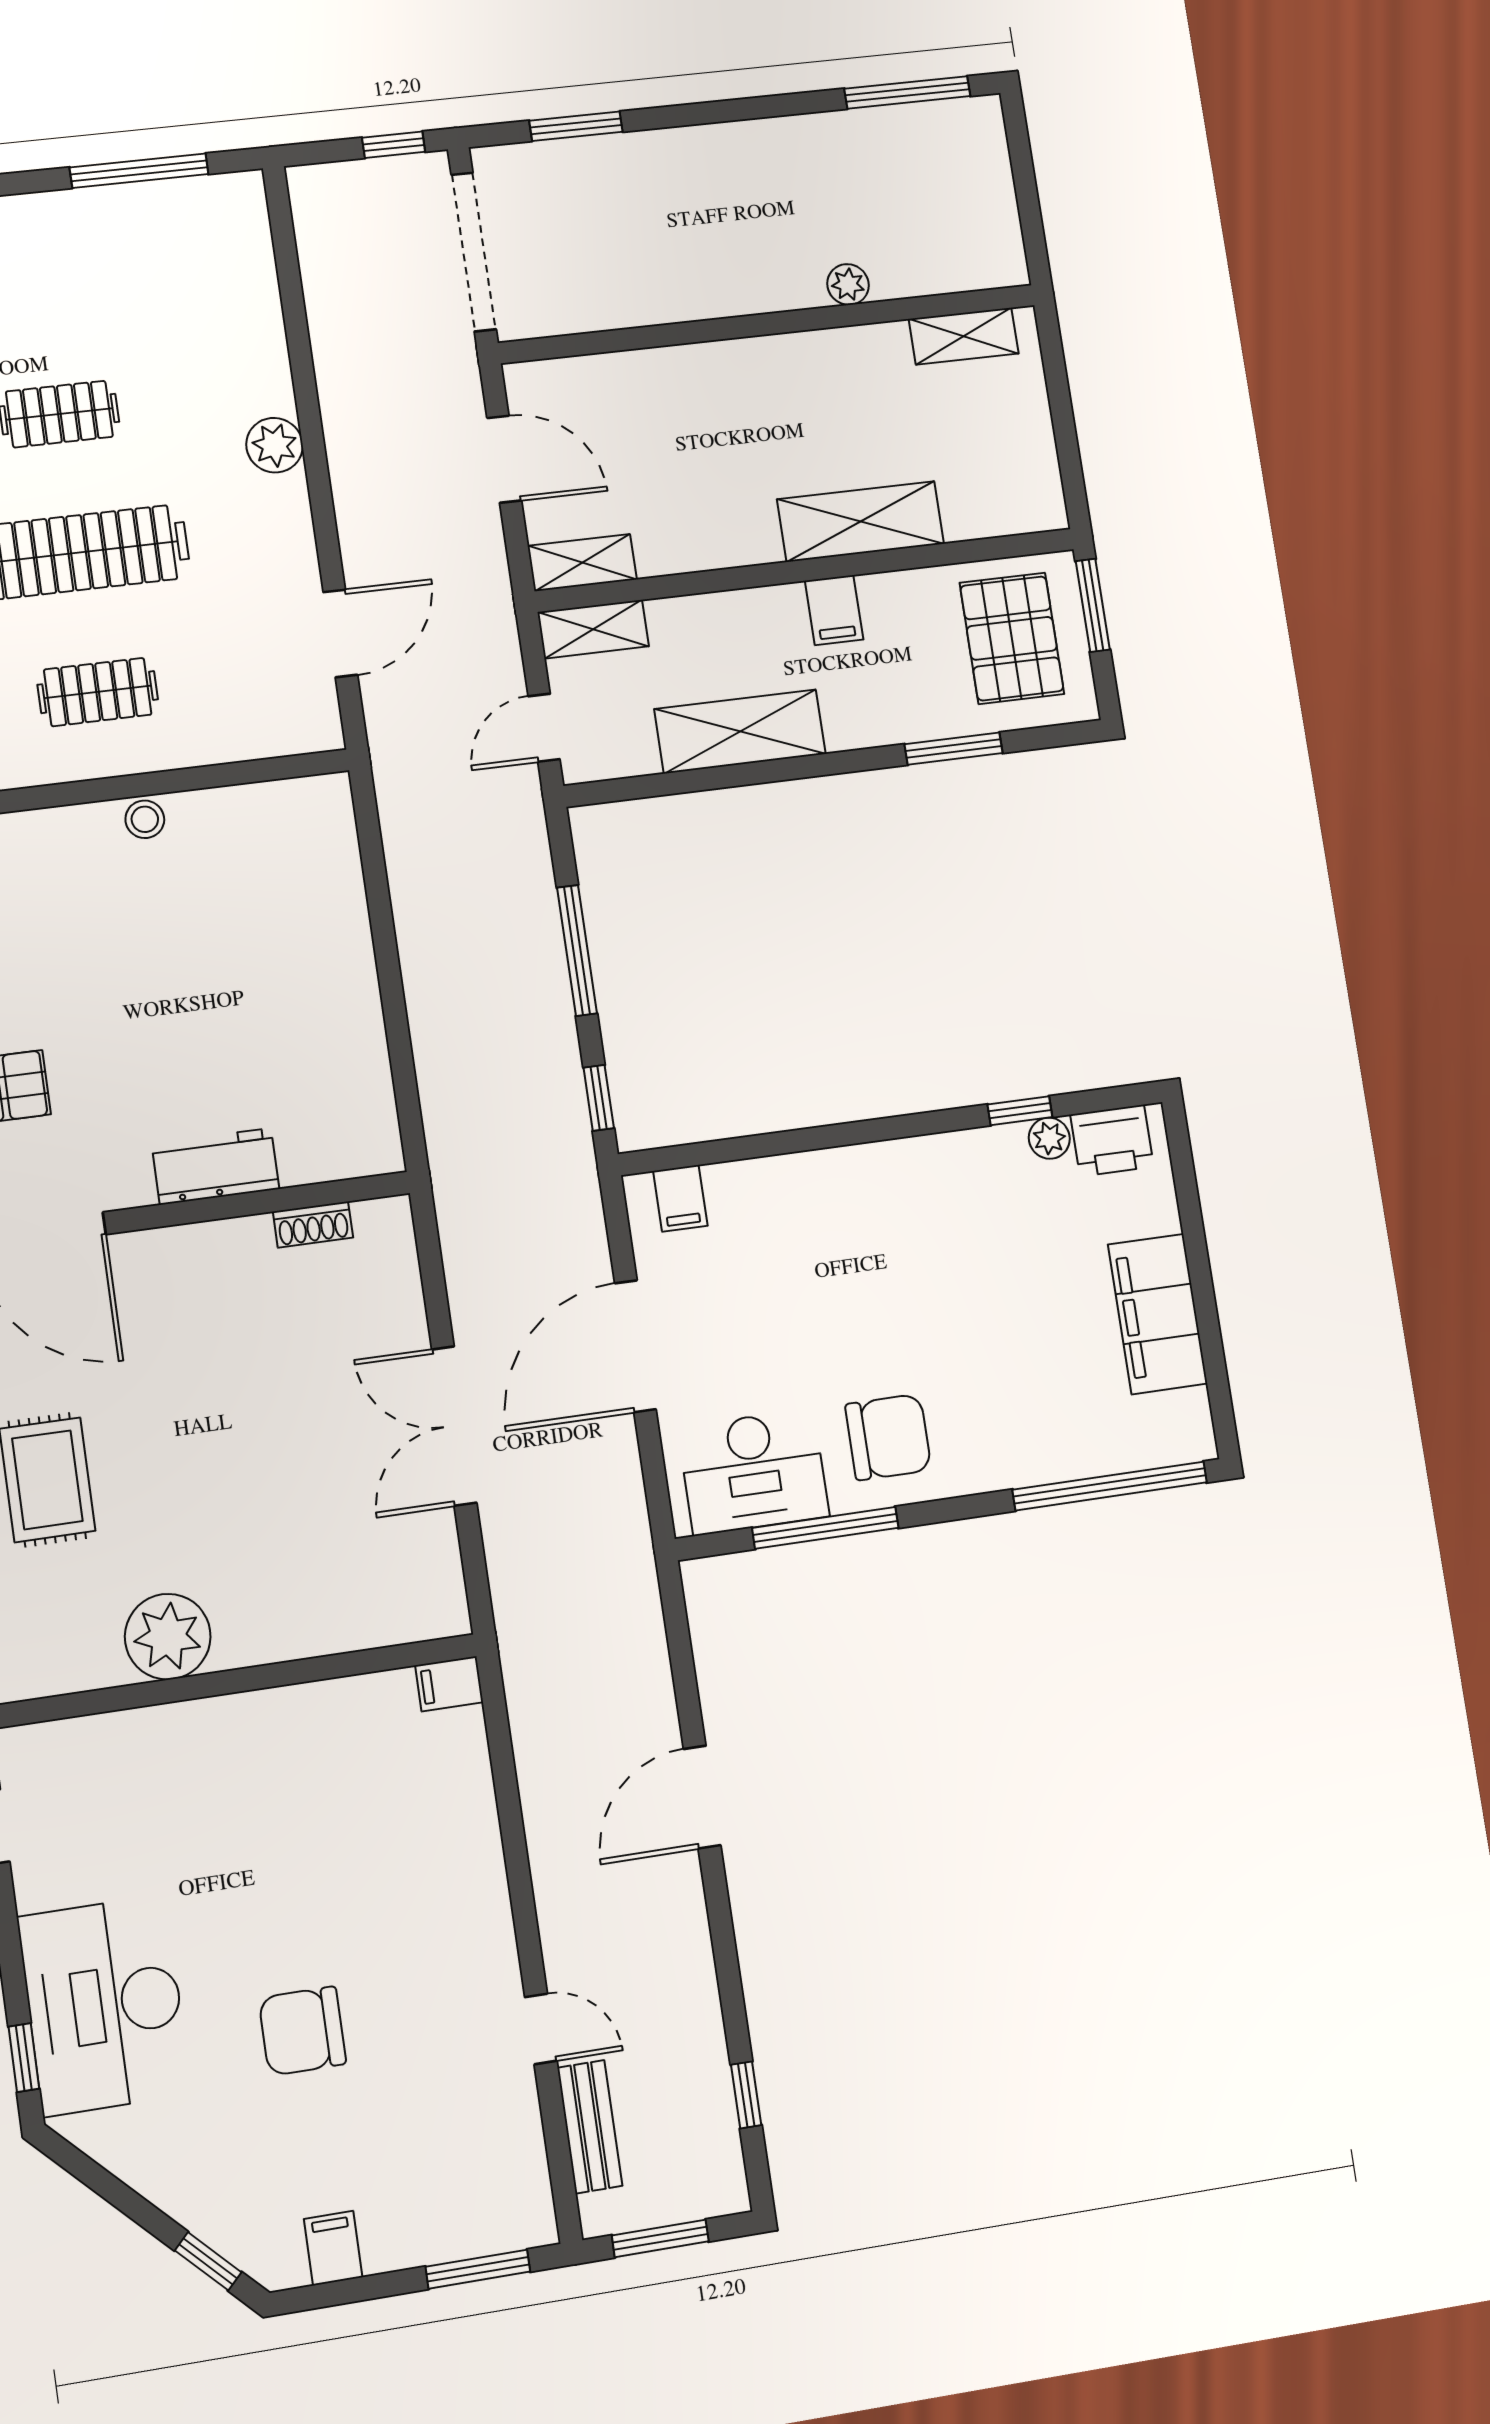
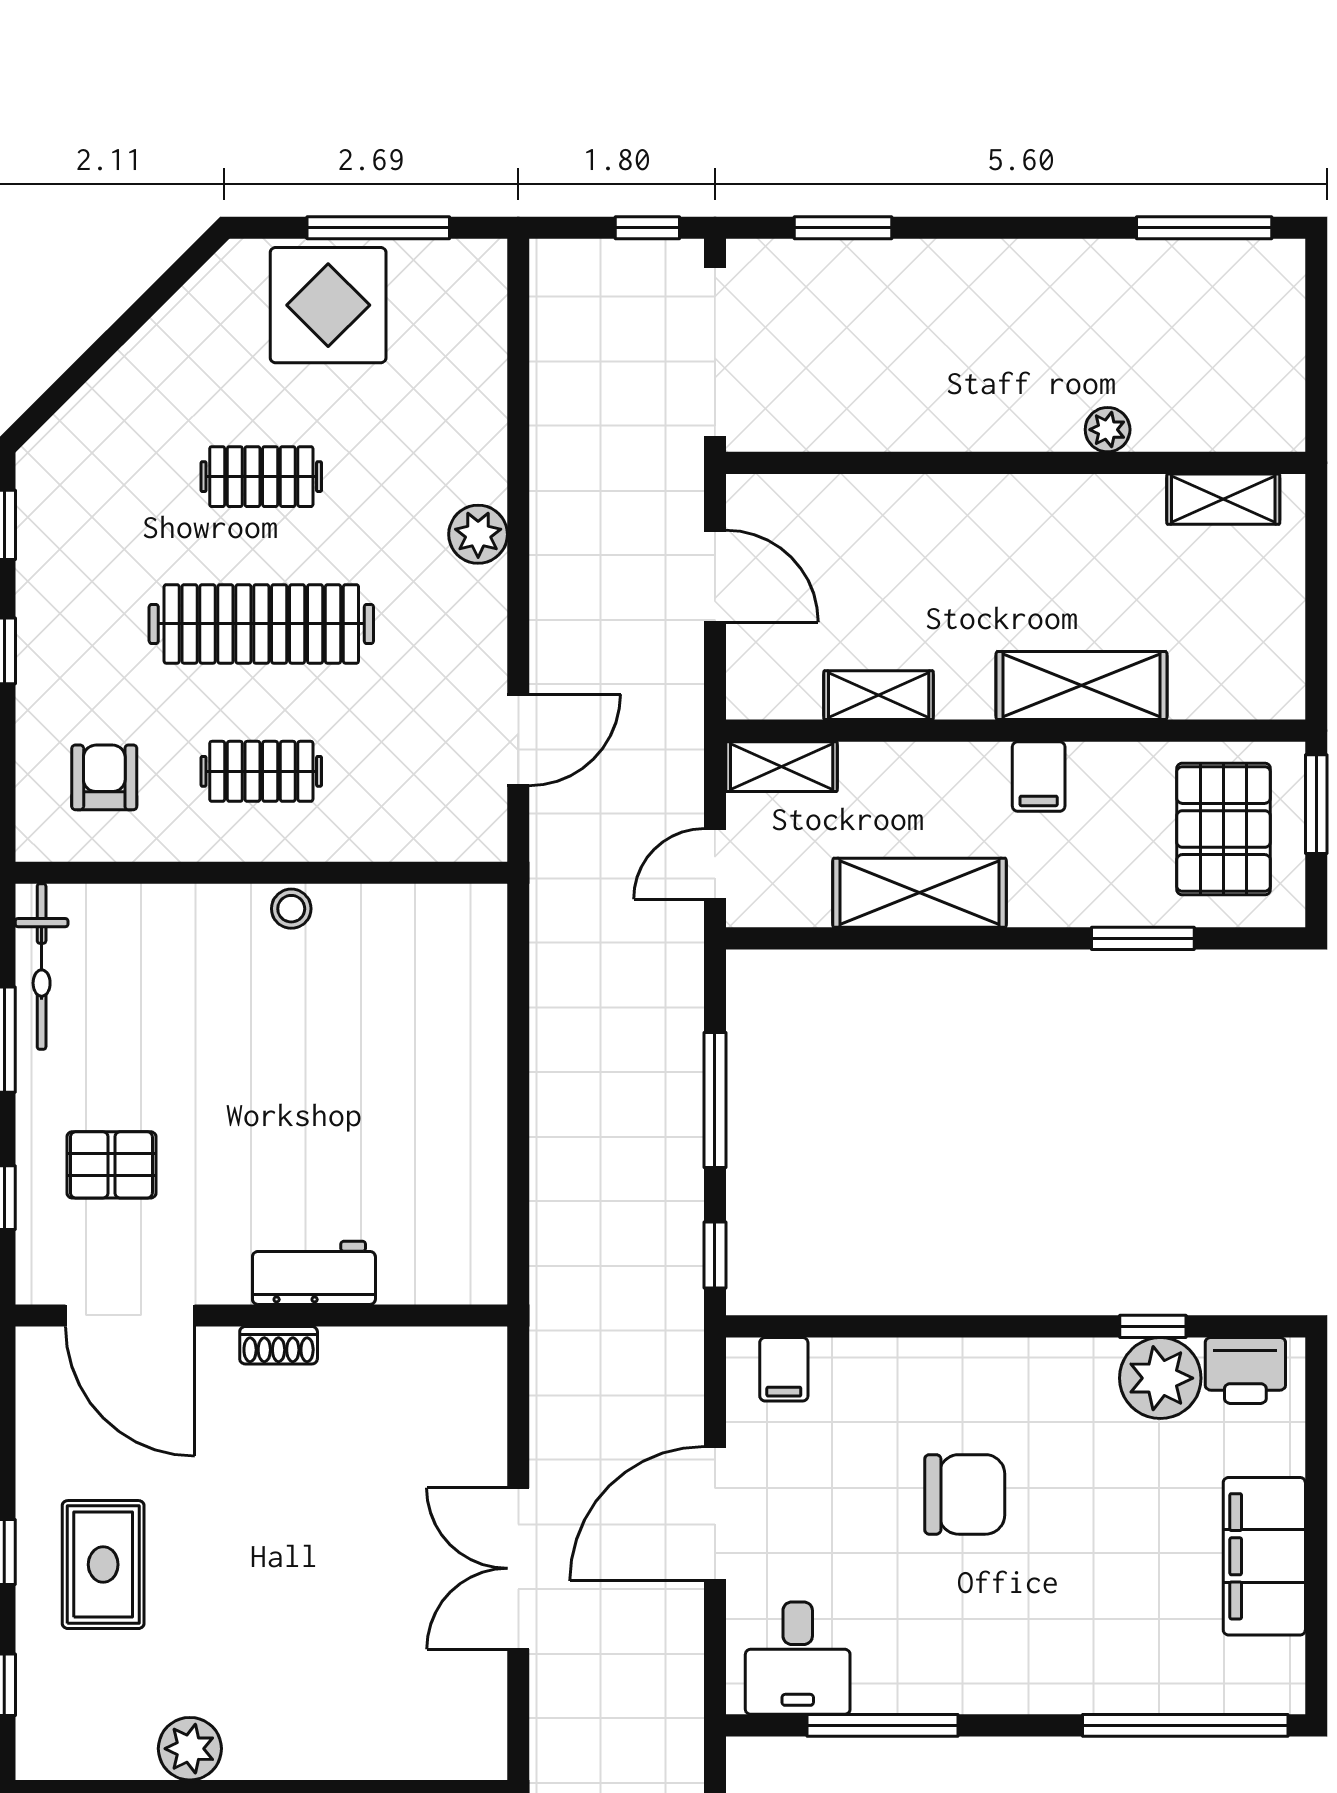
display table: (101, 247) -> (328, 305), added
shelving: (582, 563) -> (879, 695), moved
plant: (1049, 1138) -> (1160, 1378), width x1.88, depth x1.88
shoe rack: (313, 1225) -> (279, 1345), moved
chair: (888, 1437) -> (965, 1494), moved
desk: (754, 1472) -> (798, 1658), width x0.73
plant: (168, 1637) -> (190, 1749), width x0.73, depth x0.73

